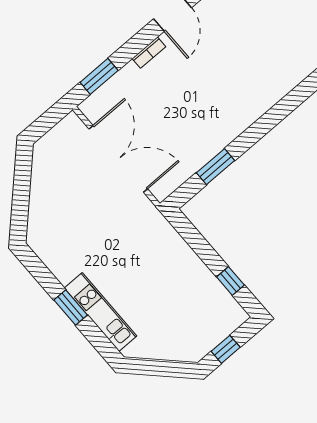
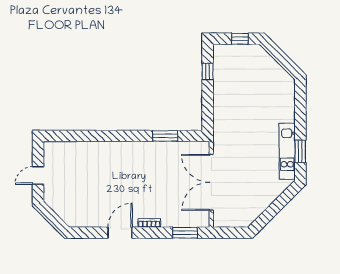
window: (71, 307) -> (300, 151), moved
kitchen unit: (101, 312) -> (287, 151), moved

